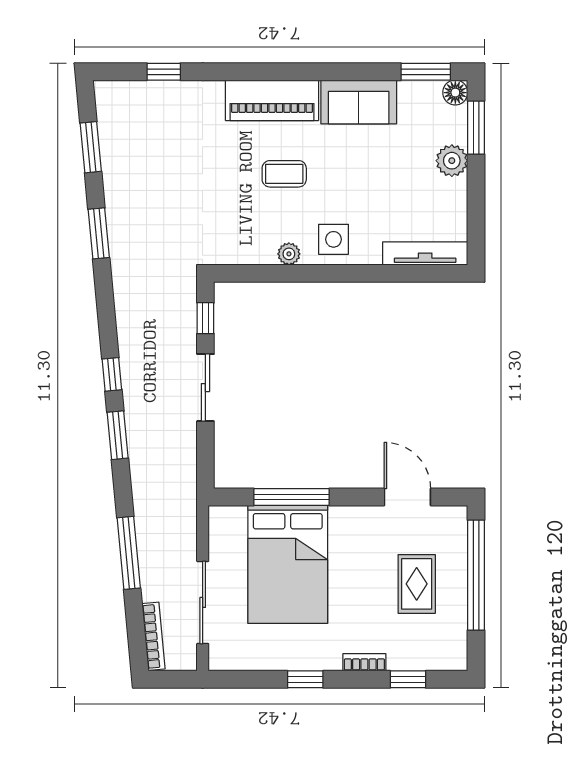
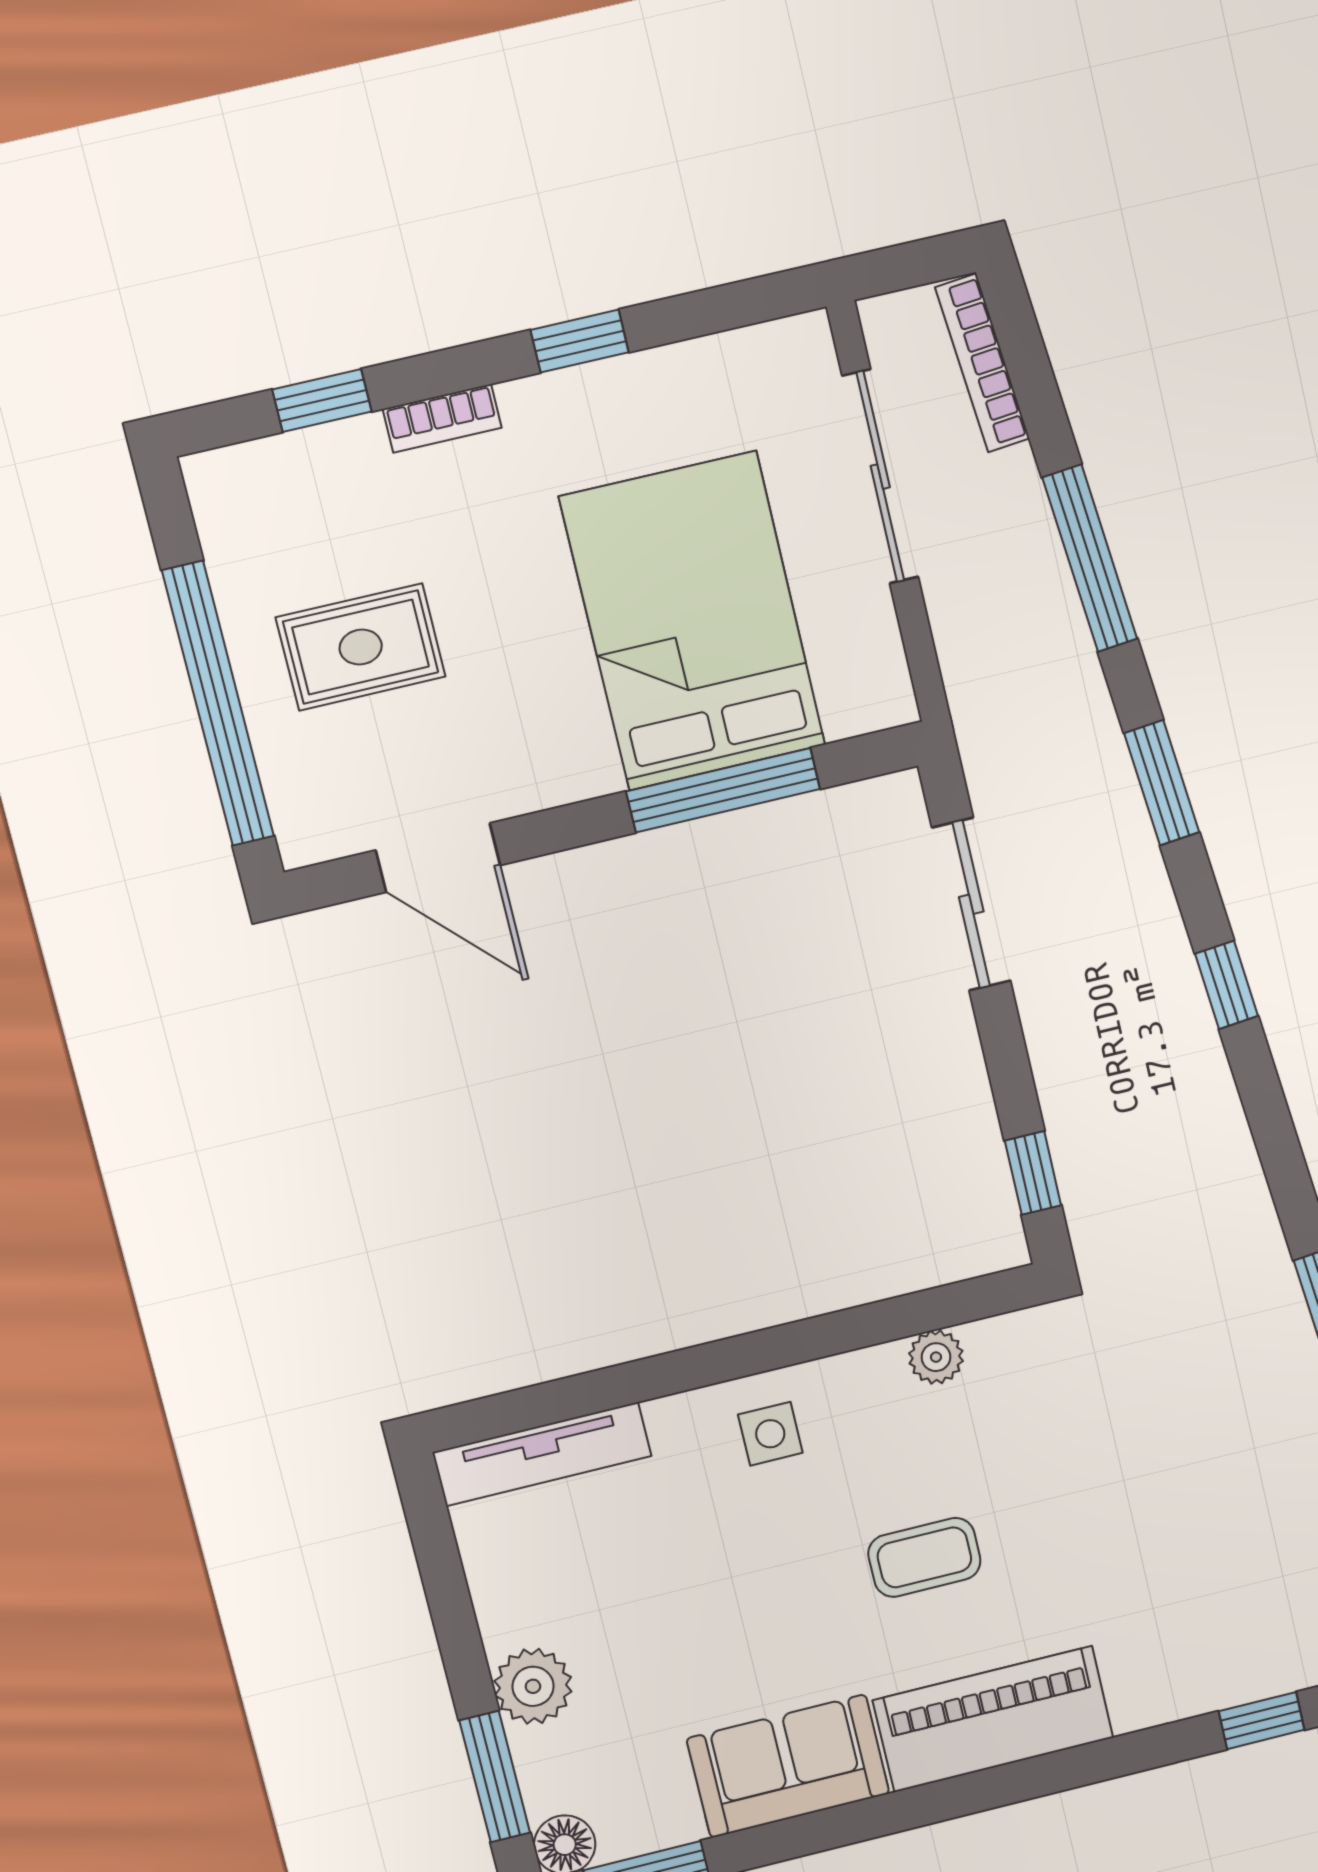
side table: (334, 239) -> (770, 1434), width x0.73, depth x0.73
plant: (289, 254) -> (936, 1357), moved
sliding door: (205, 388) -> (971, 904), moved
window: (118, 435) -> (1162, 783), moved
rug: (417, 584) -> (361, 647), turned 90

